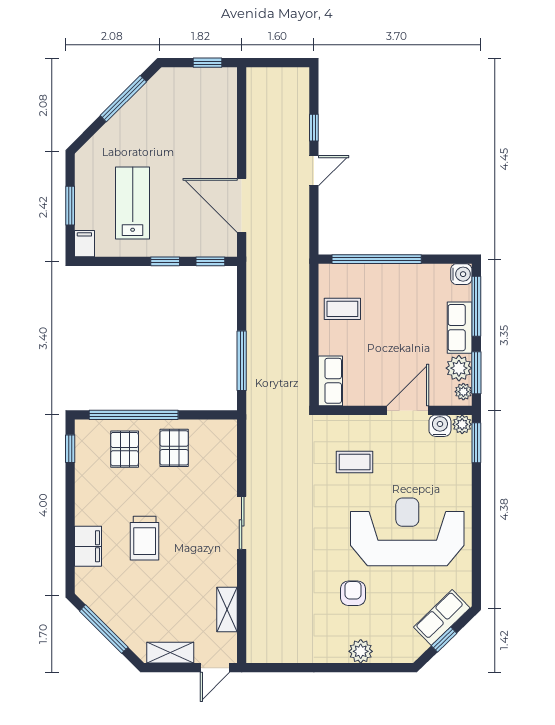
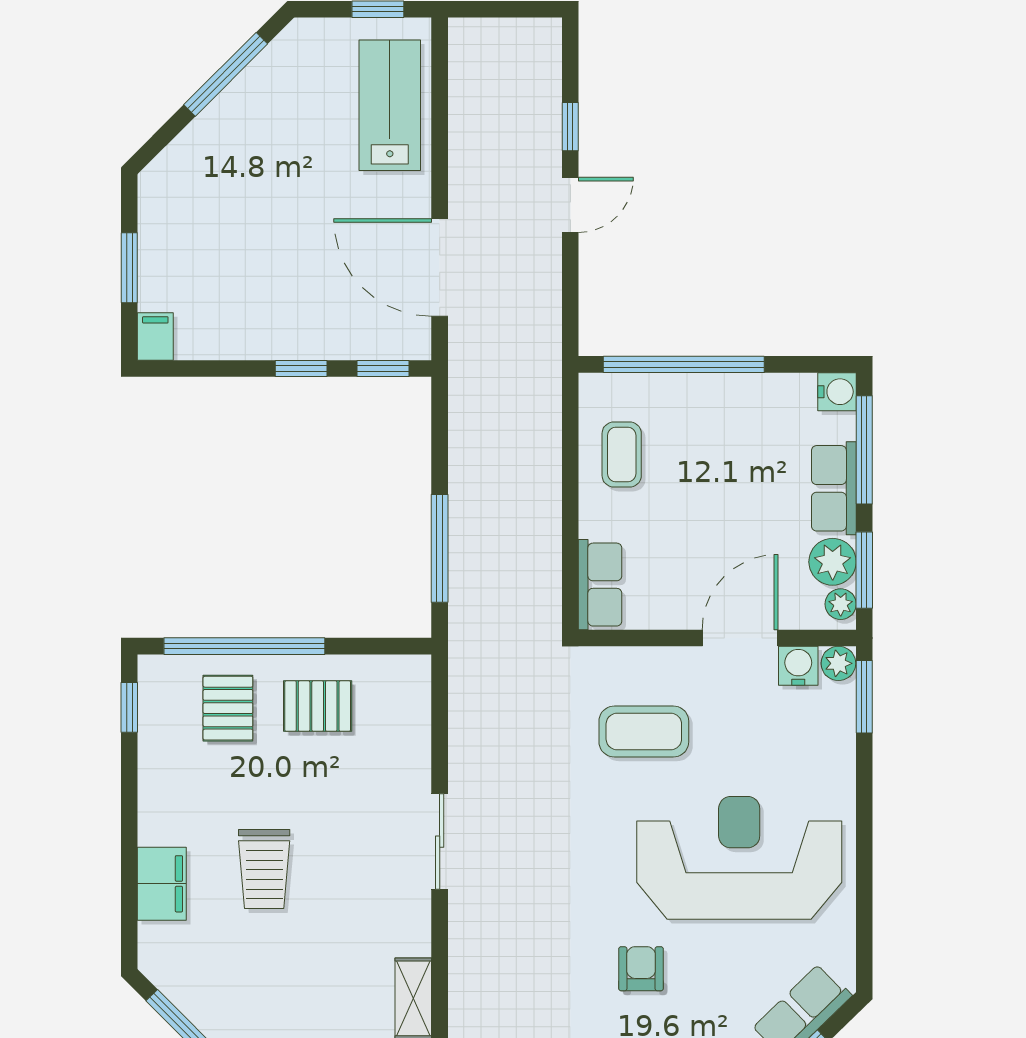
lab bench: (133, 203) -> (390, 105), moved
coffee table: (342, 309) -> (622, 455), turned 90
pallet: (174, 448) -> (318, 706), turned 90
coffee table: (355, 462) -> (644, 731), width x1.36, depth x1.30

